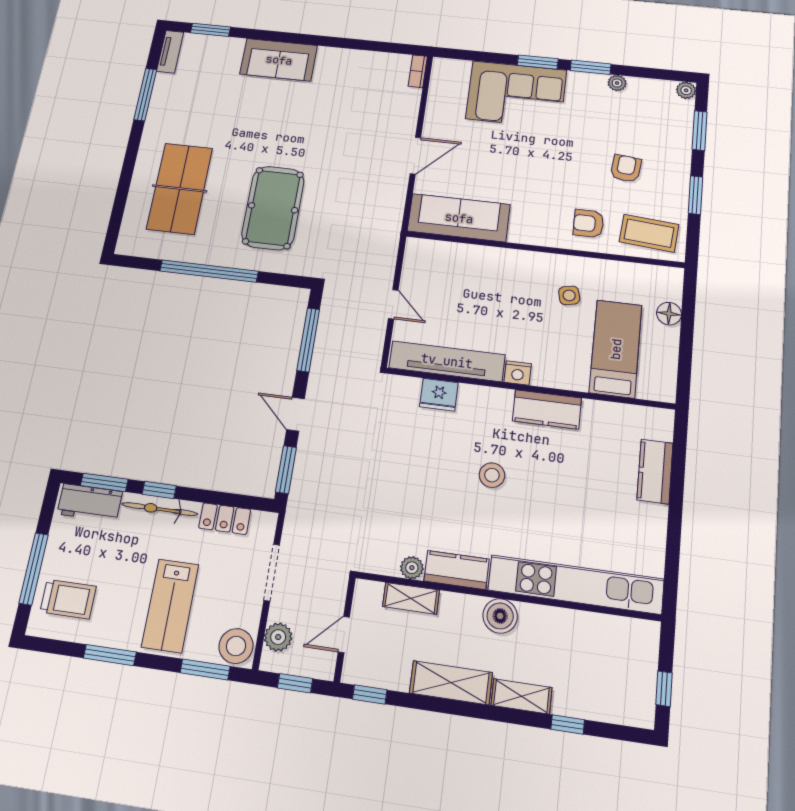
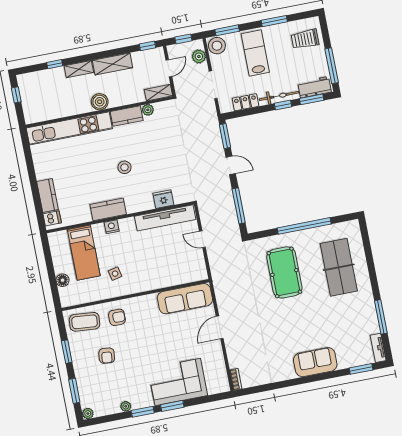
nightstand: (518, 373) -> (112, 227), moved
dishwasher: (658, 427) -> (52, 218), added
window: (34, 569) -> (332, 66), moved
shelving: (411, 598) -> (158, 93), moved

